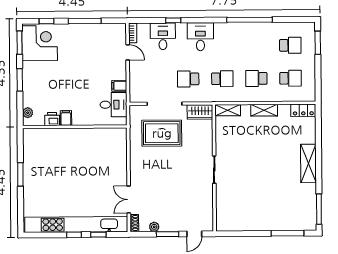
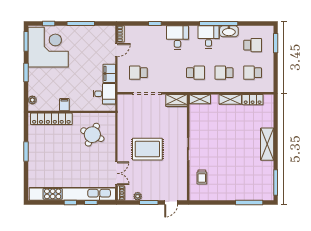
washbasin: (262, 29) -> (229, 31), added
desk: (163, 36) -> (208, 37), moved
corner desk: (40, 43) -> (48, 47), width x1.36, depth x1.36
door: (128, 52) -> (116, 50), hinge flipped
school desk: (291, 78) -> (253, 73), turned 180
school desk: (188, 79) -> (138, 73), moved
filing cabinet: (119, 86) -> (109, 73), width x2.00
locker: (303, 110) -> (253, 100), moved
printer: (52, 119) -> (53, 105), removed
rug: (162, 133) -> (147, 149), moved
locker: (50, 135) -> (51, 119), added
round table: (100, 154) -> (92, 135), added
double door: (129, 200) -> (116, 173), swing flipped
trolley: (231, 203) -> (202, 177), added

